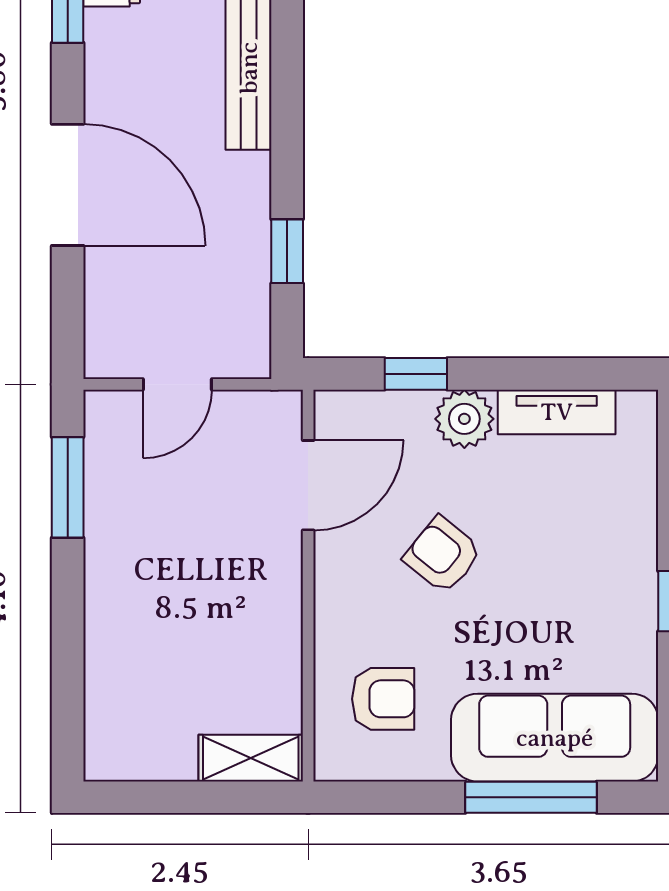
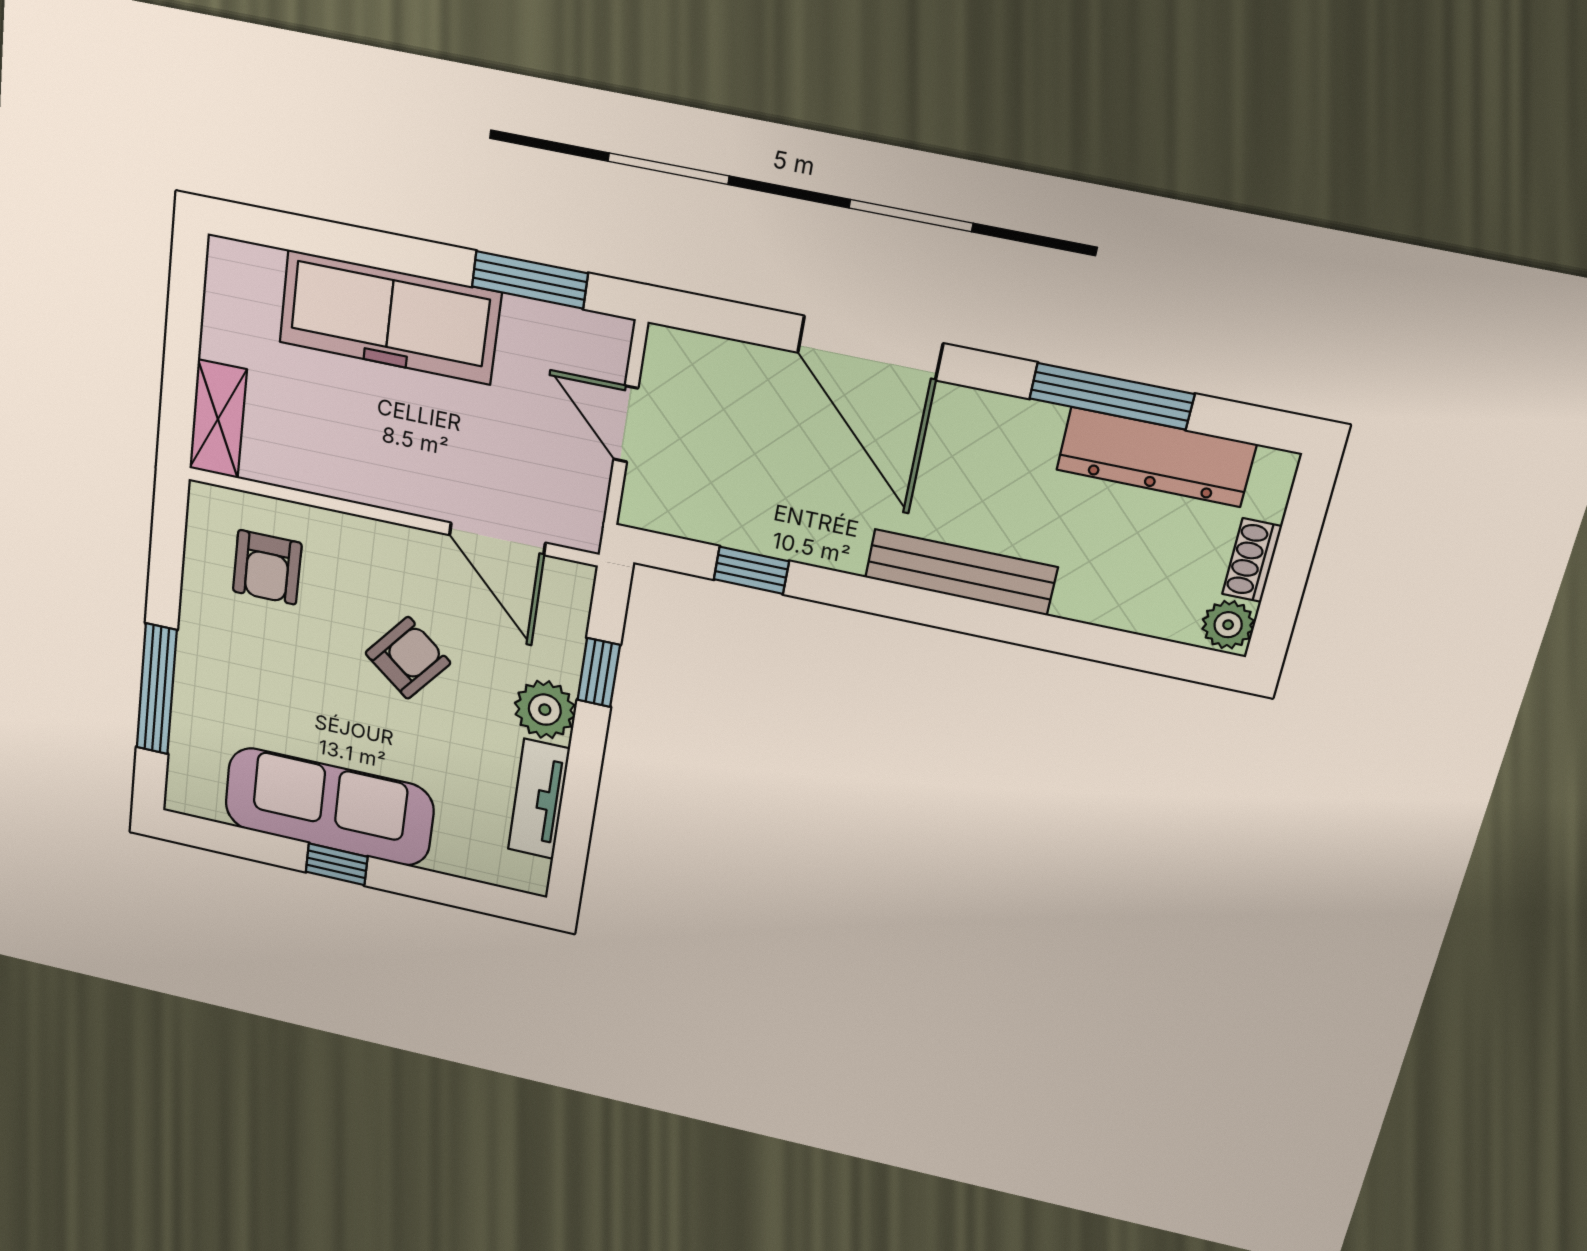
door: (68, 185) -> (870, 348), hinge flipped
freezer: (125, 608) -> (390, 317), added
sofa: (555, 738) -> (329, 807), moved, turned -90

